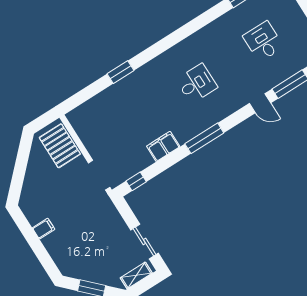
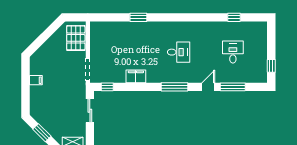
door: (260, 103) -> (208, 87), swing flipped
window: (204, 138) -> (175, 87), moved
sliding door: (145, 241) -> (90, 111), moved

